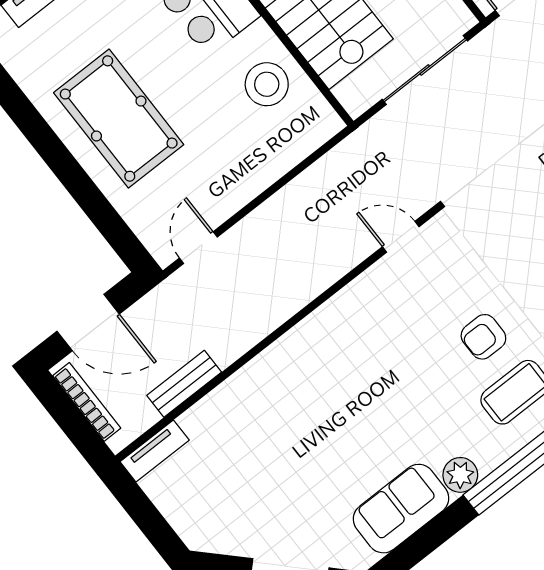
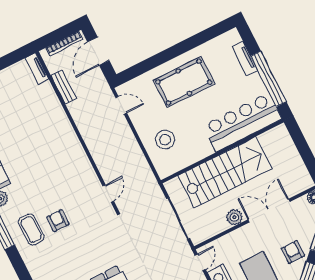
stool: (267, 84) -> (165, 140), moved

